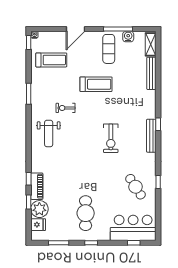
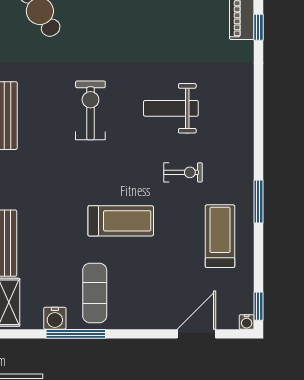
door: (76, 29) -> (196, 334), moved
treadmill: (51, 60) -> (220, 236), moved, turned 90
treadmill: (96, 84) -> (121, 221), turned 180
weight bench: (49, 133) -> (171, 108), moved, turned -90

